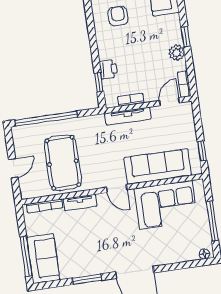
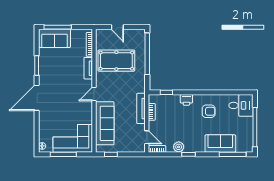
printer: (108, 69) -> (186, 100), moved
corner sofa: (166, 205) -> (73, 138), moved, turned 90

